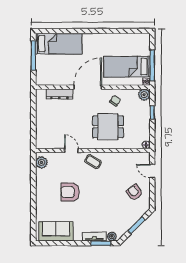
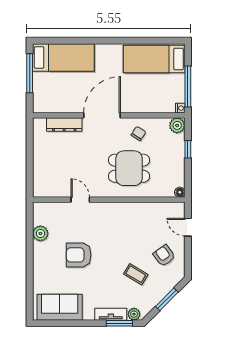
bed: (127, 67) -> (154, 59), moved
plant: (41, 162) -> (40, 233), moved
coffee table: (93, 162) -> (136, 274), moved

